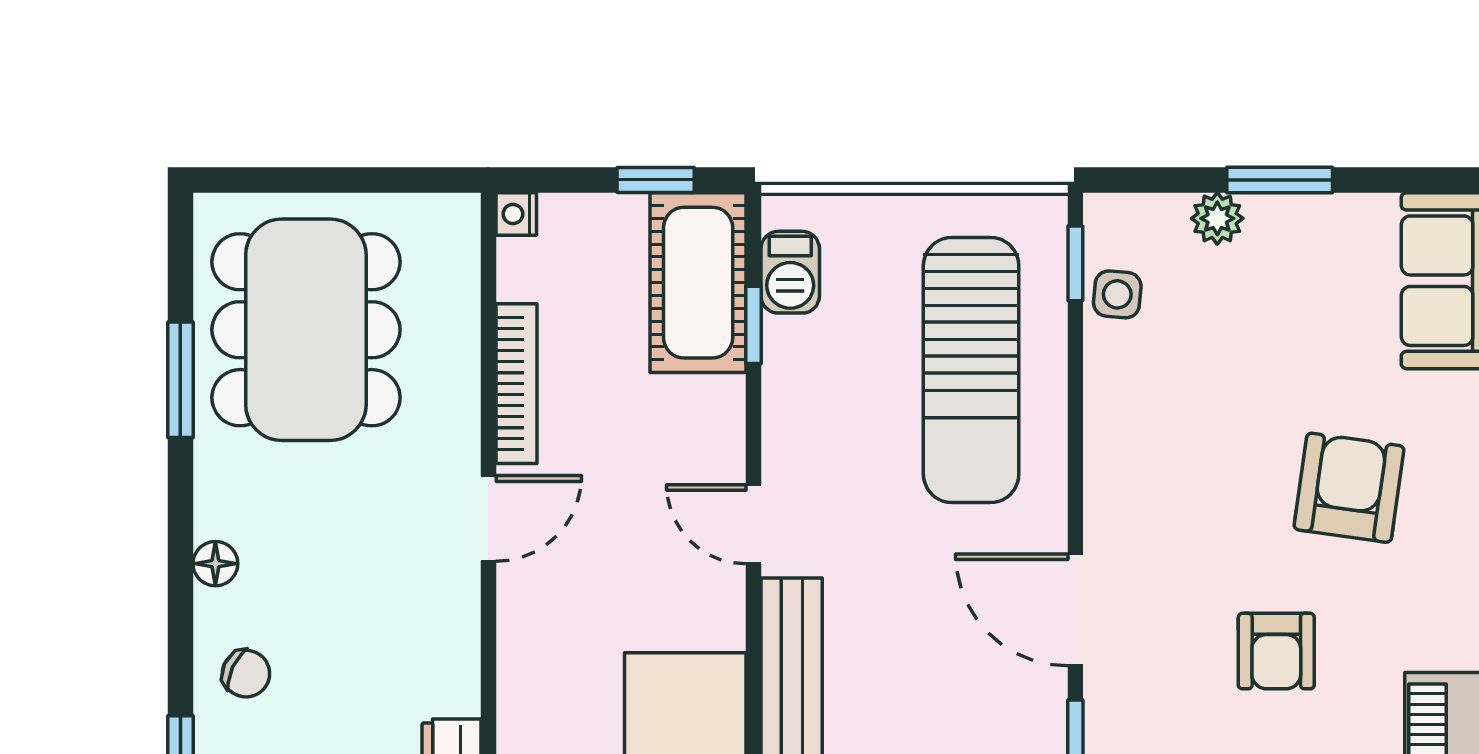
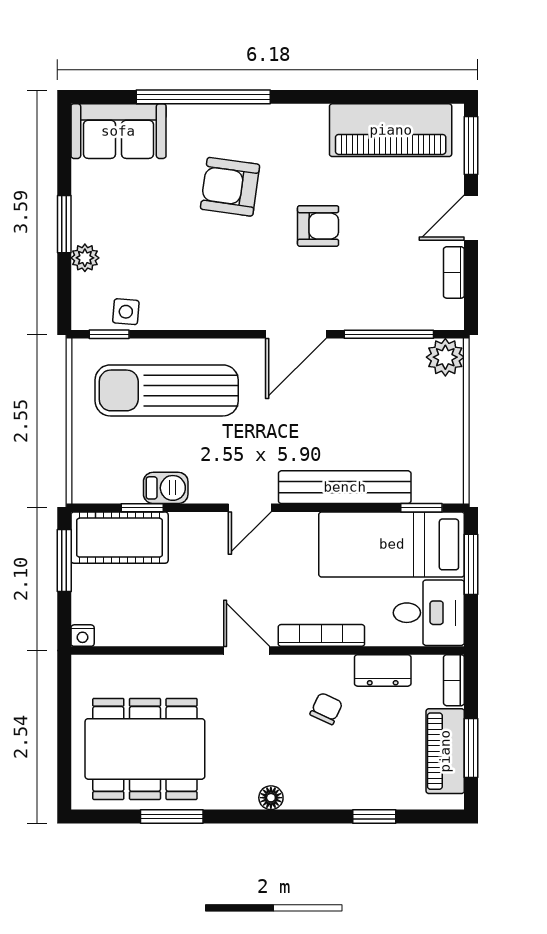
window: (656, 180) -> (64, 561), width x1.50
barbecue: (790, 272) -> (166, 488), moved
sun lounger: (971, 370) -> (167, 390), turned 180
bookcase: (517, 384) -> (321, 635), moved
chair: (246, 674) -> (326, 709), moved

